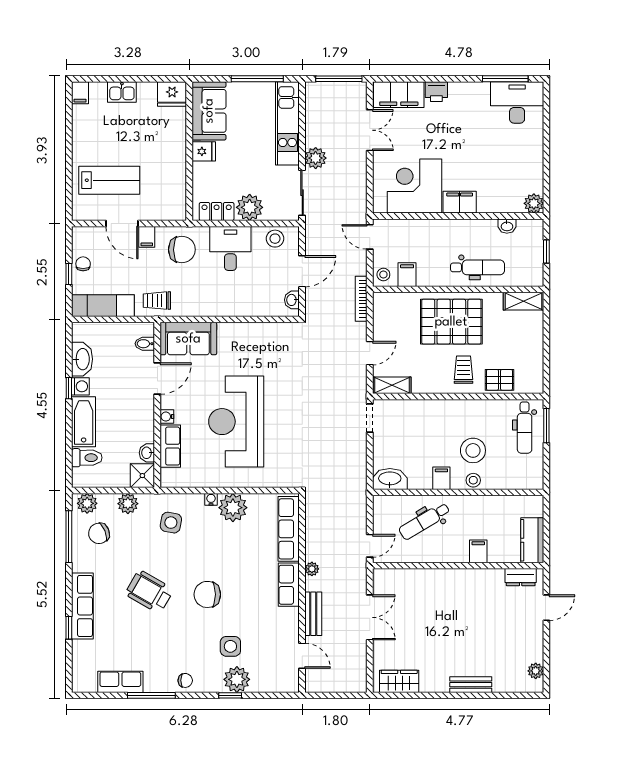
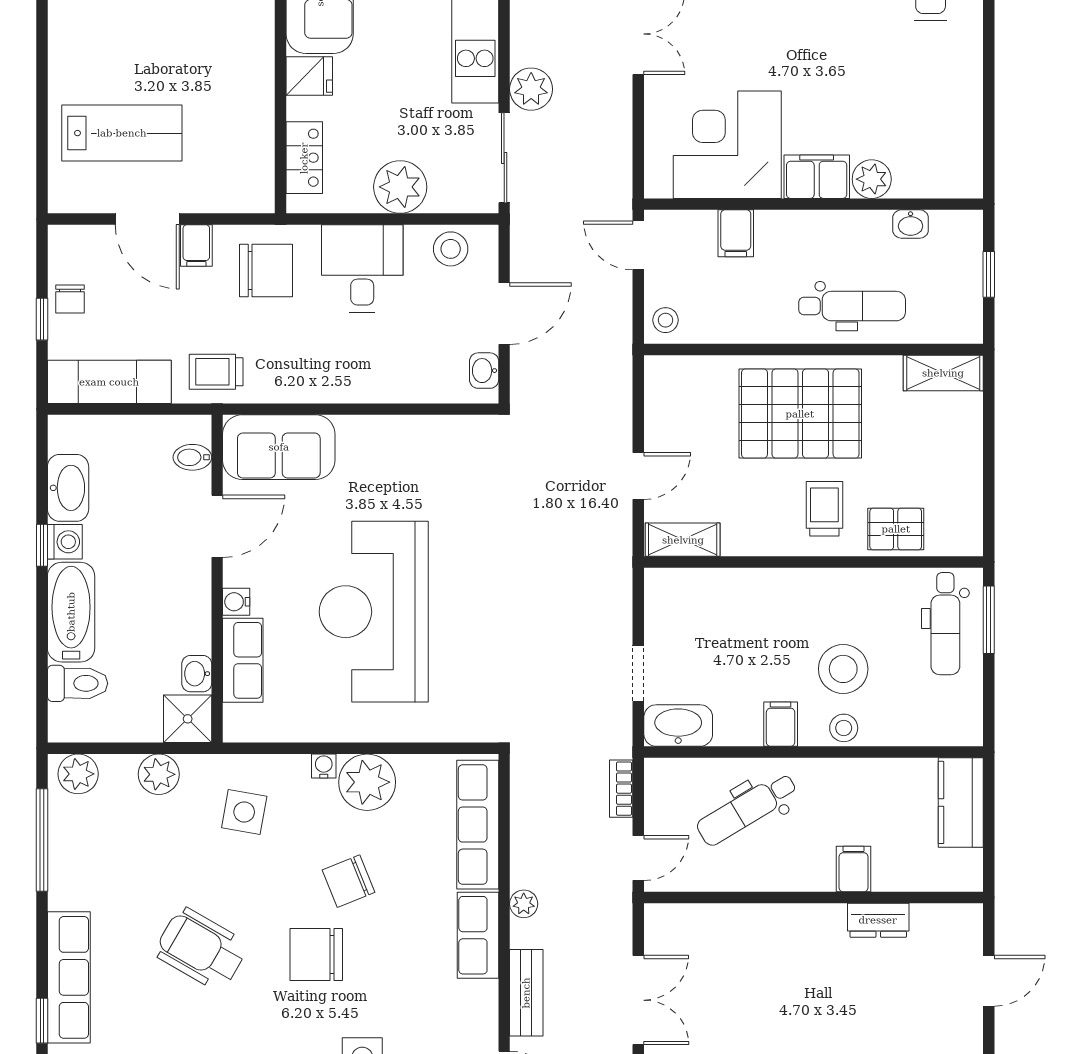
plant: (534, 203) -> (872, 179), moved
locker: (217, 212) -> (304, 158), moved, turned 90
chair: (83, 264) -> (70, 299), turned 180
filing cabinet: (407, 275) -> (736, 233), moved, turned 180
bookcase: (361, 299) -> (621, 789), moved, width x0.64
doorway: (370, 418) -> (638, 673), moved
chair: (99, 533) -> (348, 881), moved
kitchen counter: (532, 540) -> (961, 802), moved
dresser: (521, 577) -> (878, 920), moved

